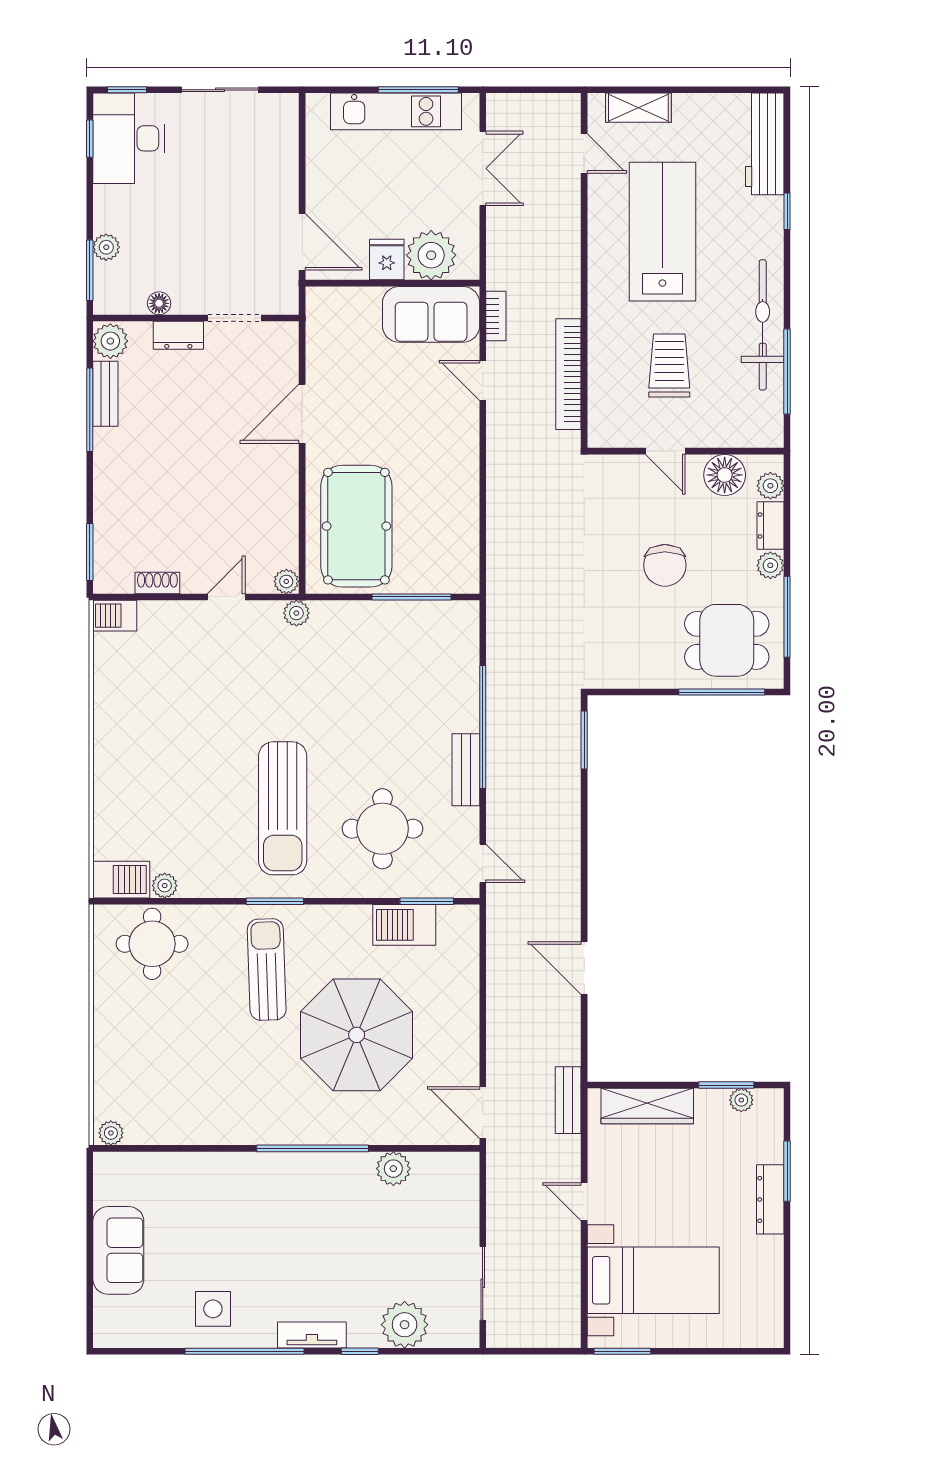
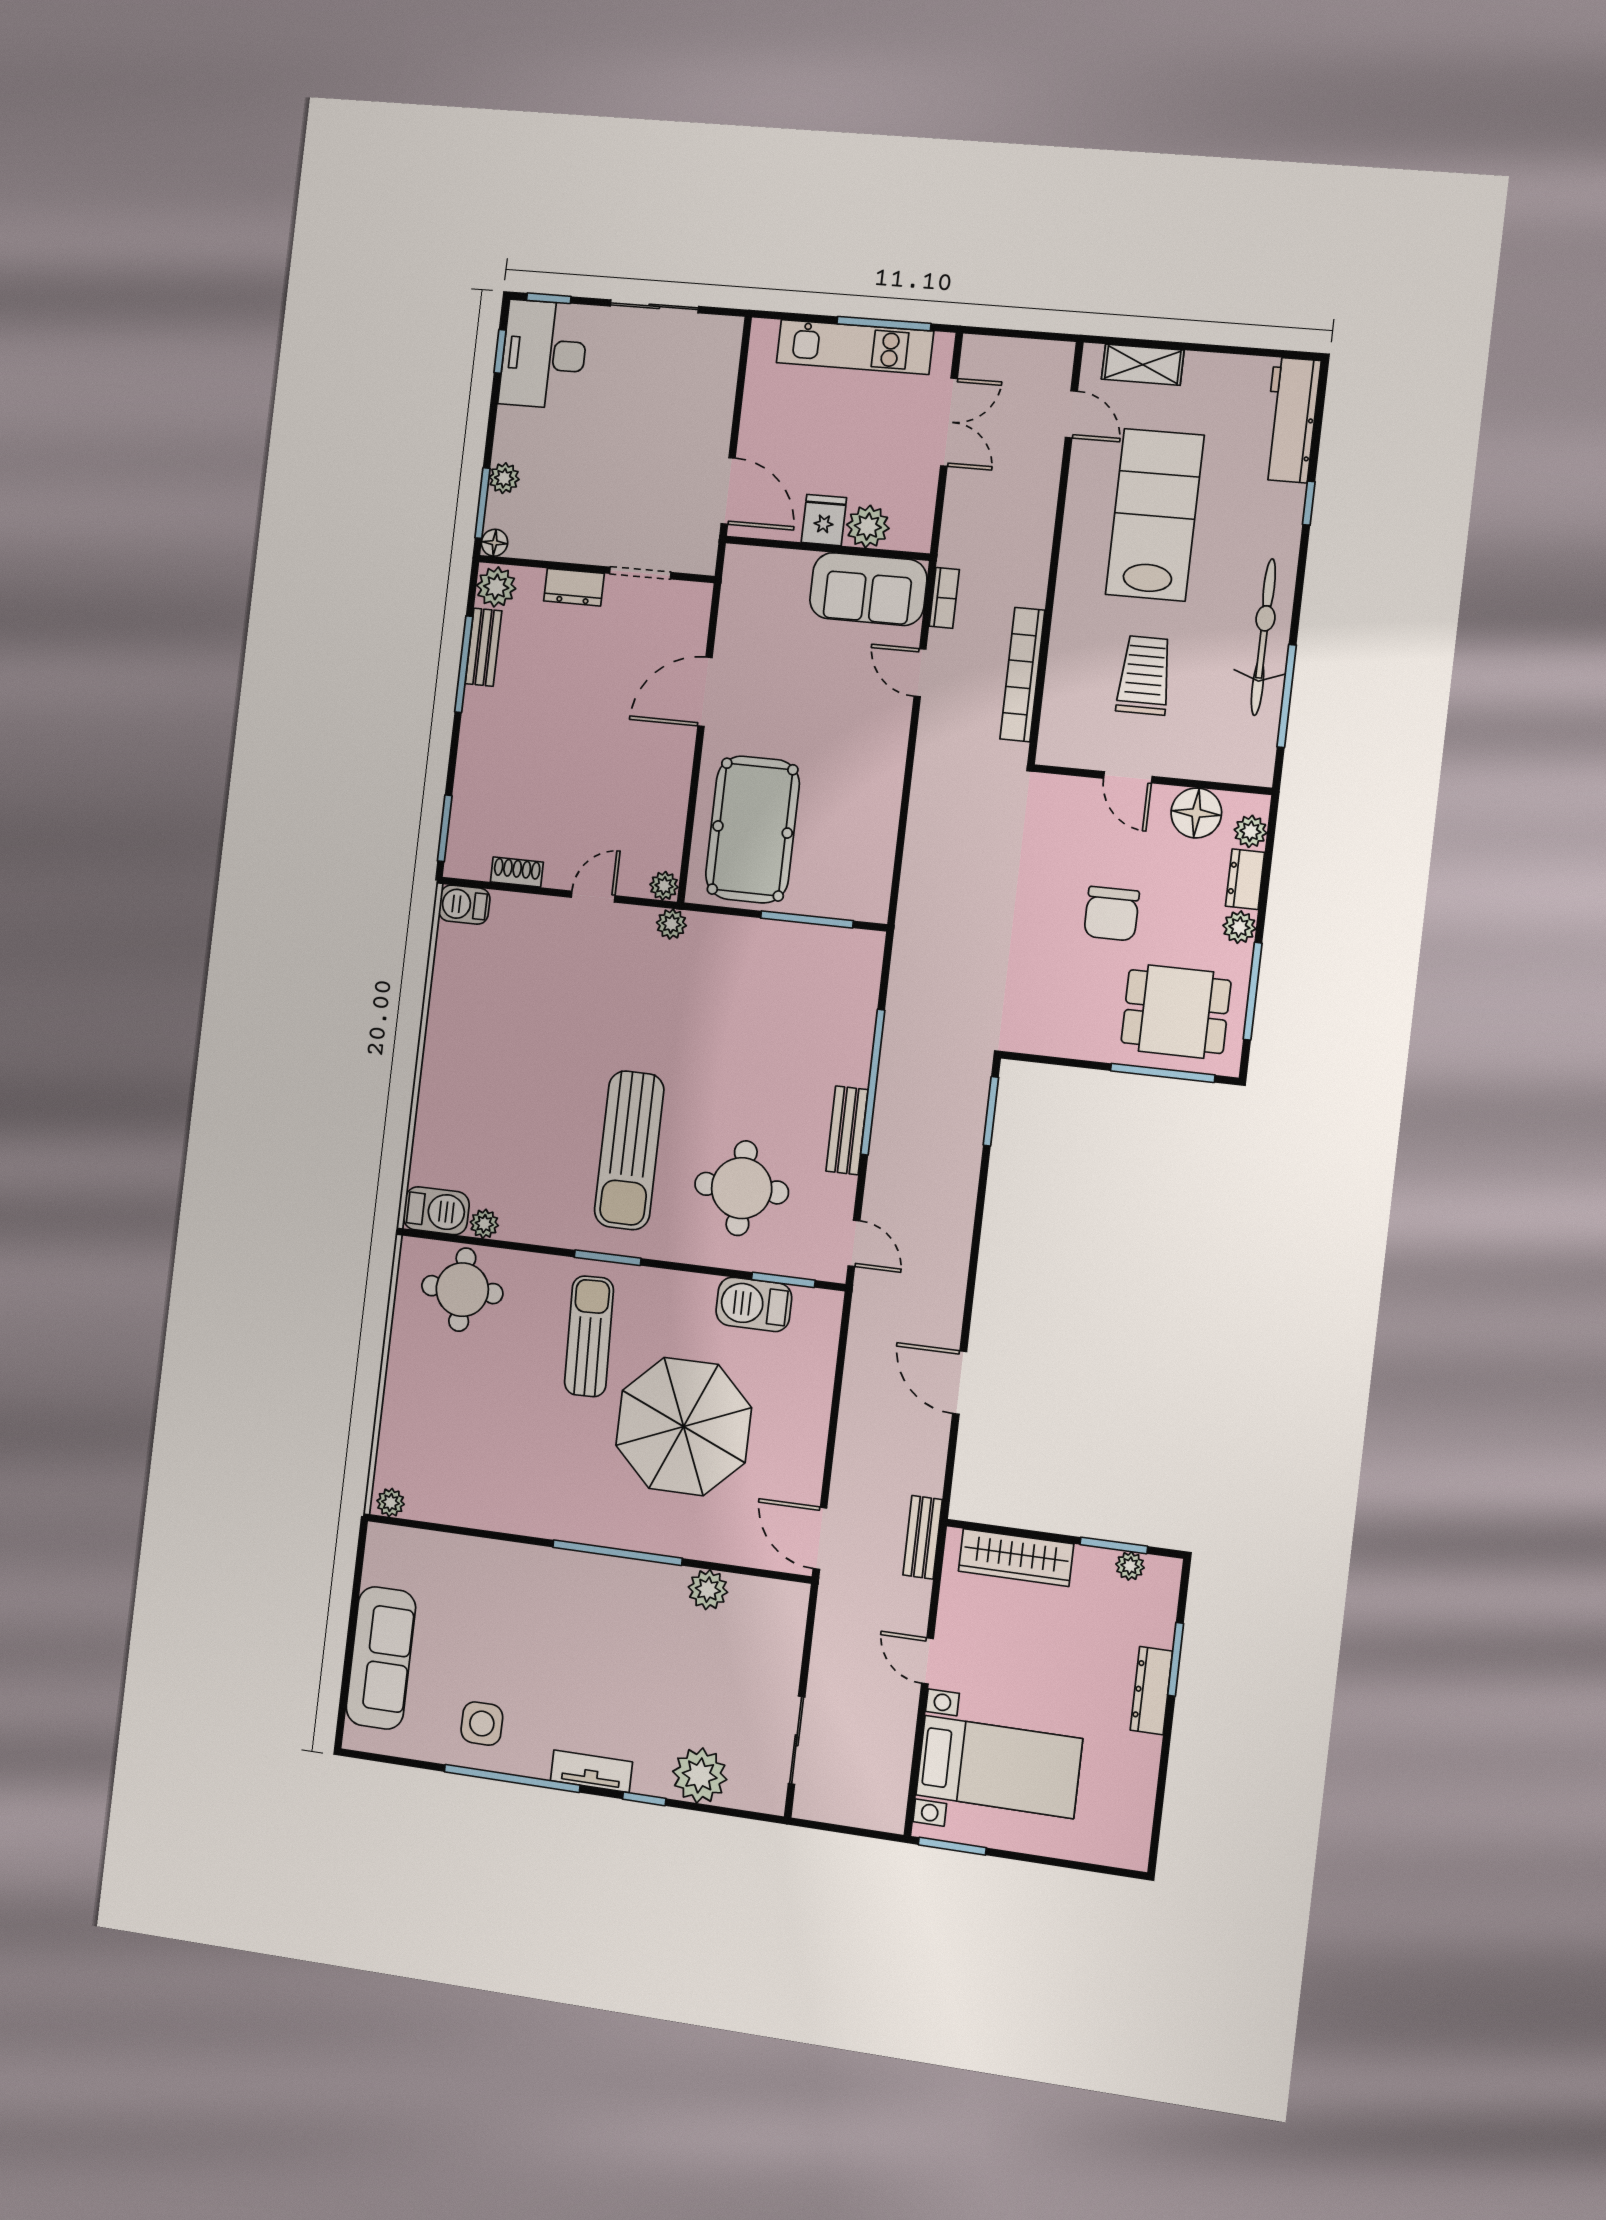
plant: (431, 255) -> (868, 527), width x0.73, depth x0.73
floor lamp: (159, 303) -> (495, 543), moved
sofa: (118, 1250) -> (381, 1658), width x1.36

